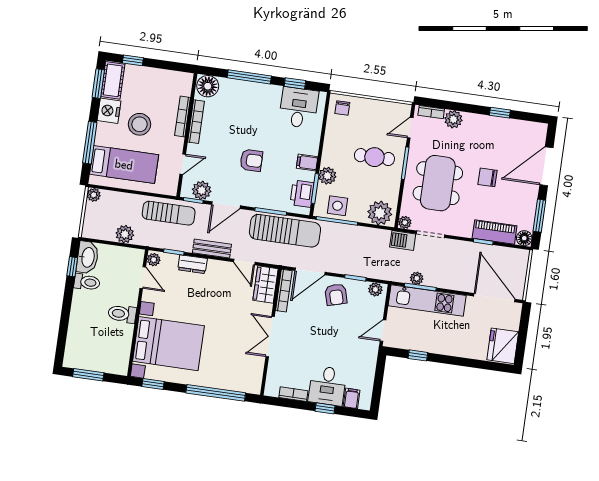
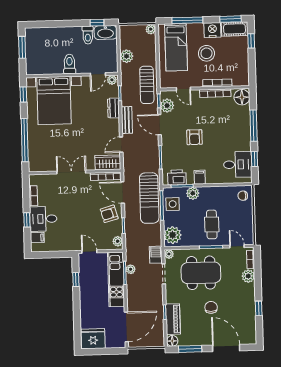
sun lounger: (285, 231) -> (149, 198), moved

